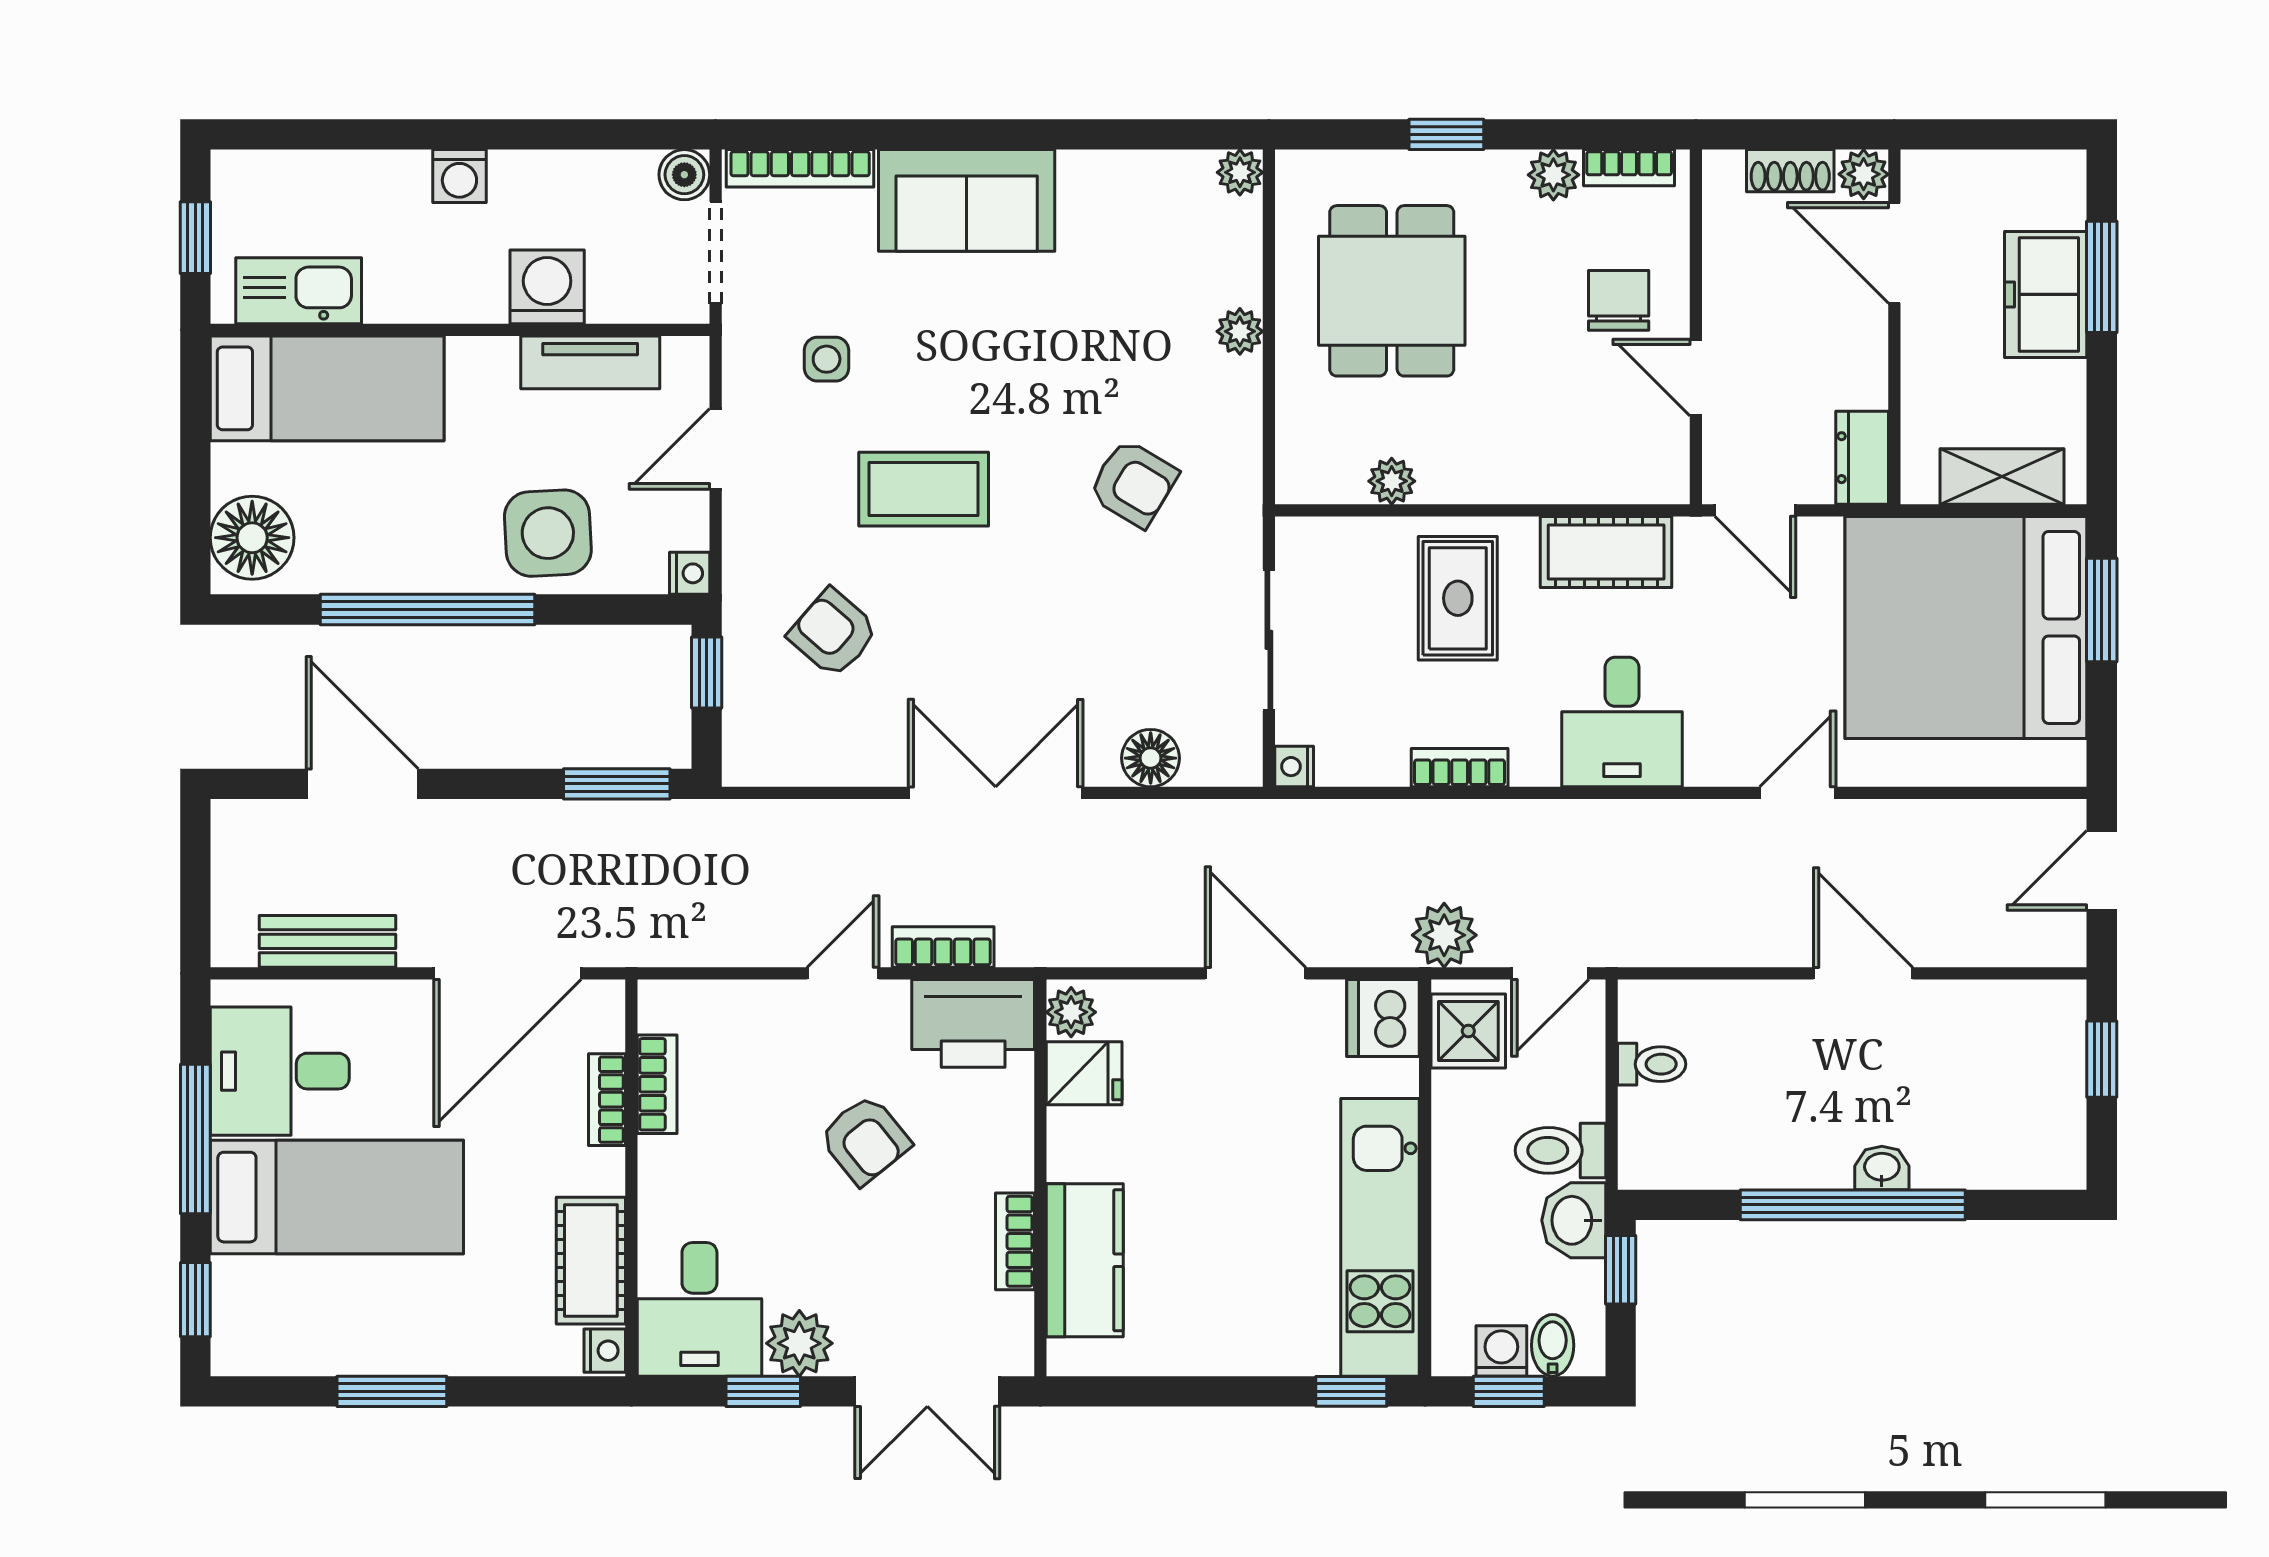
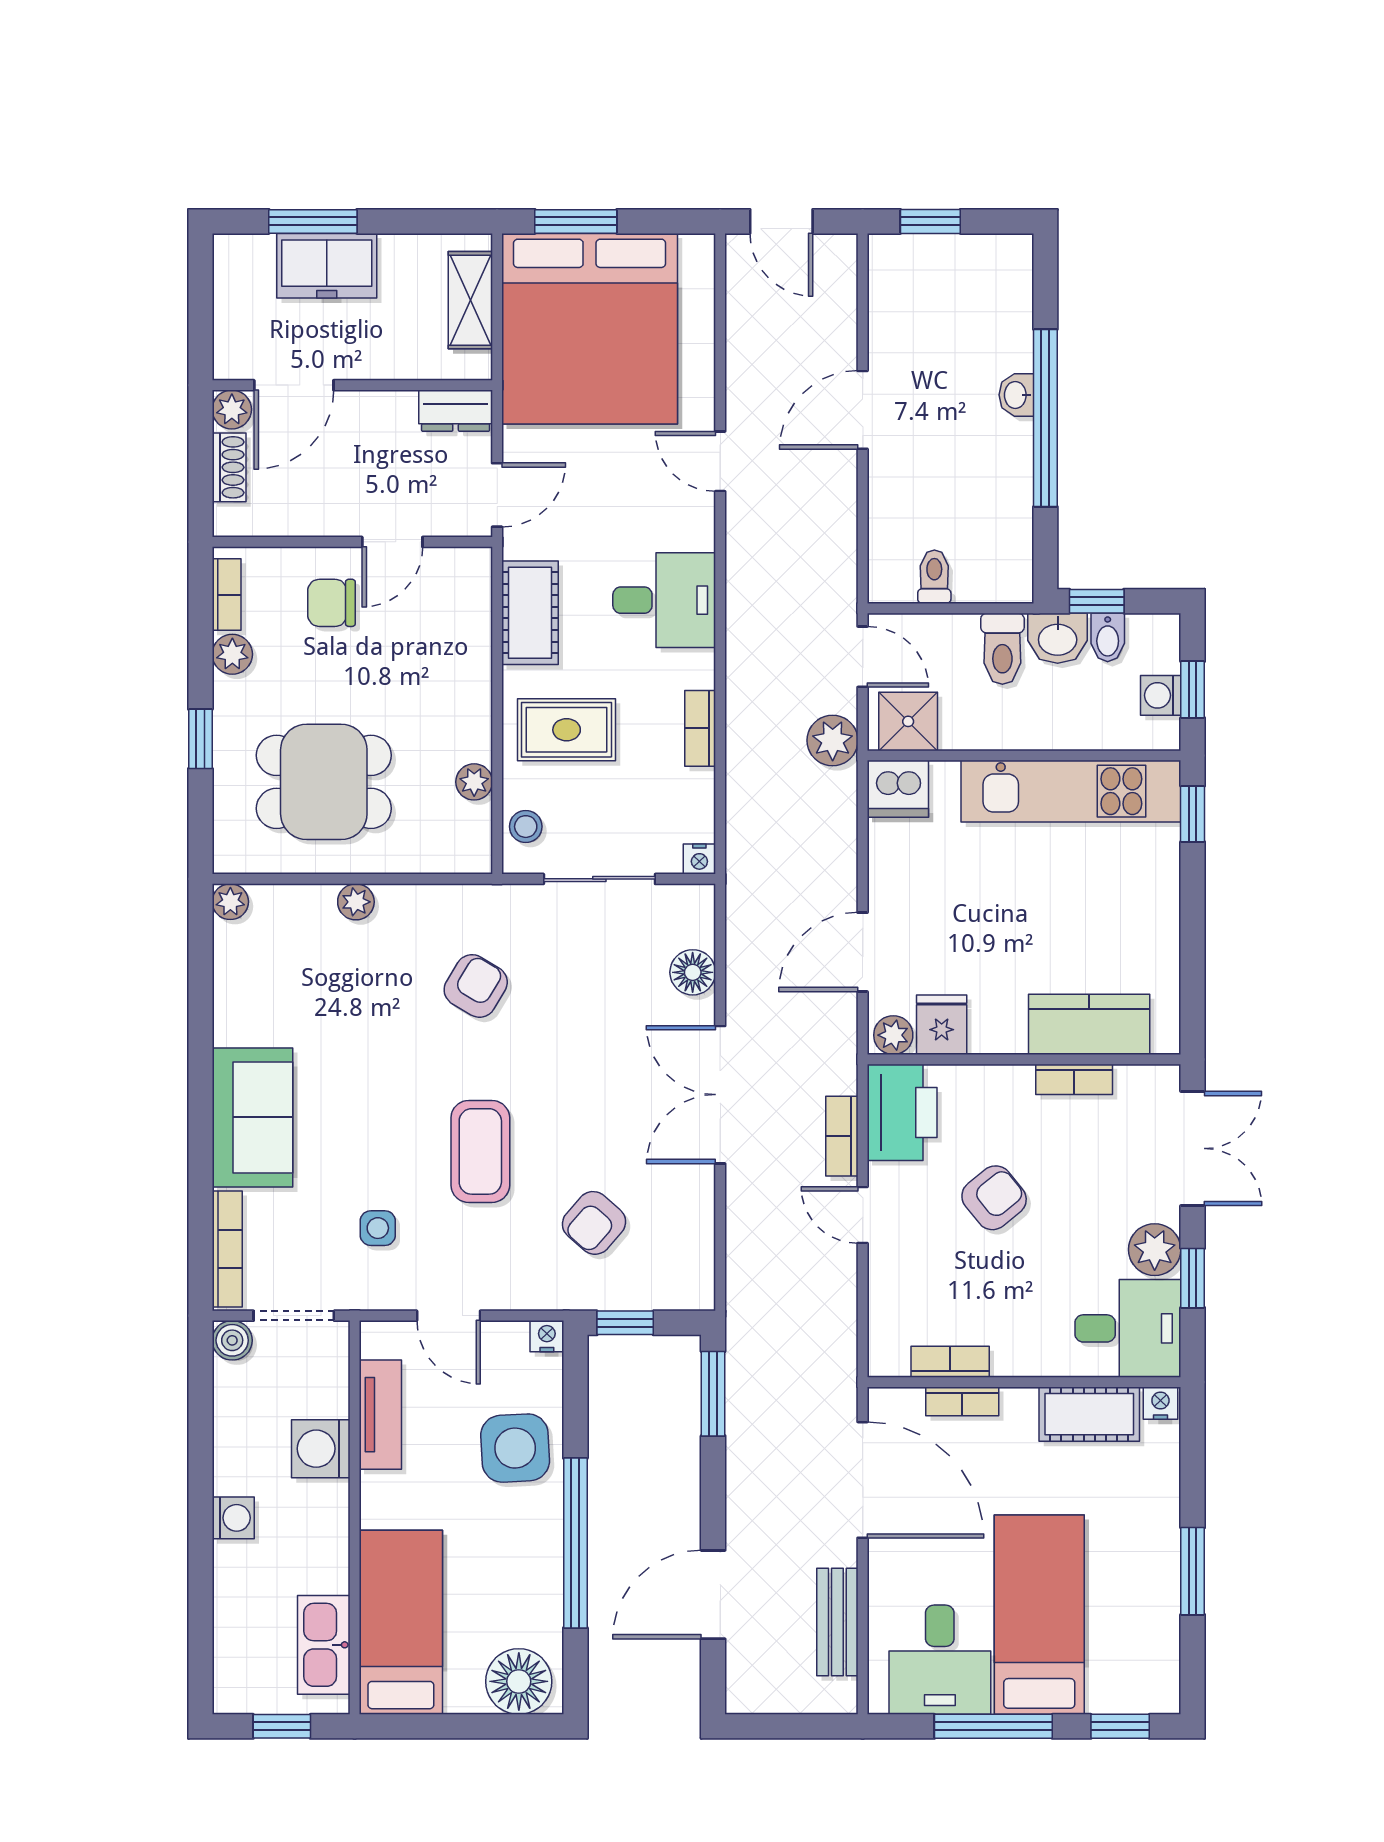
stool: (1335, 547) -> (526, 827), added
door: (1255, 973) -> (863, 952), moved
bidet: (1553, 1345) -> (1108, 638), moved, turned -90

